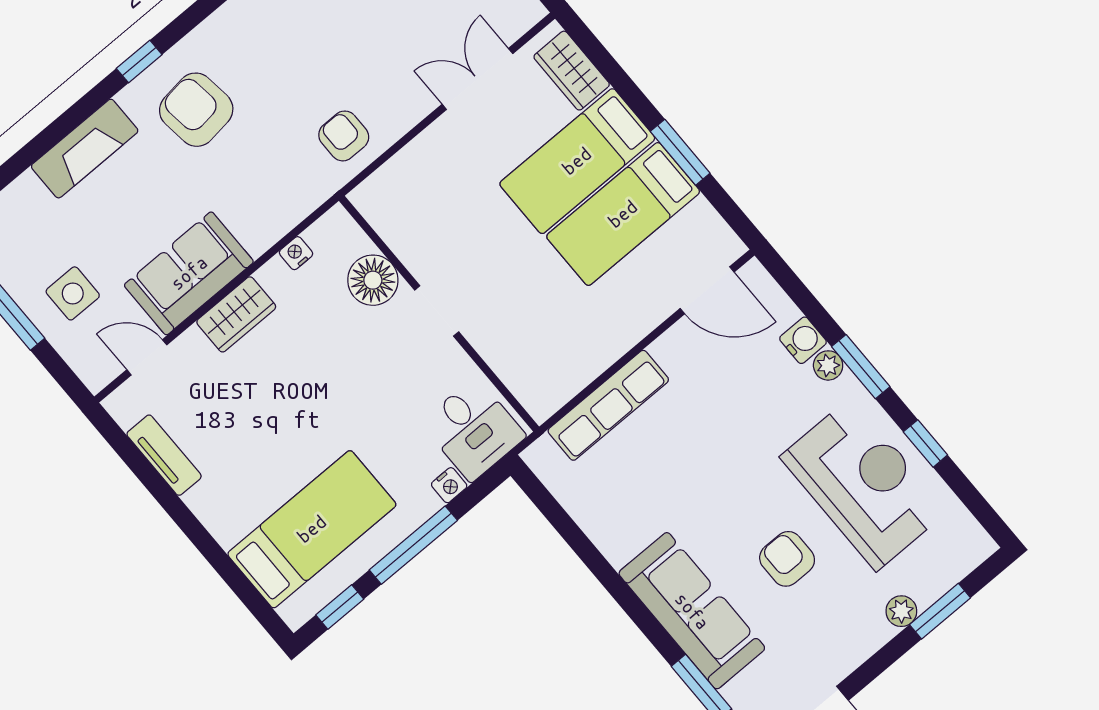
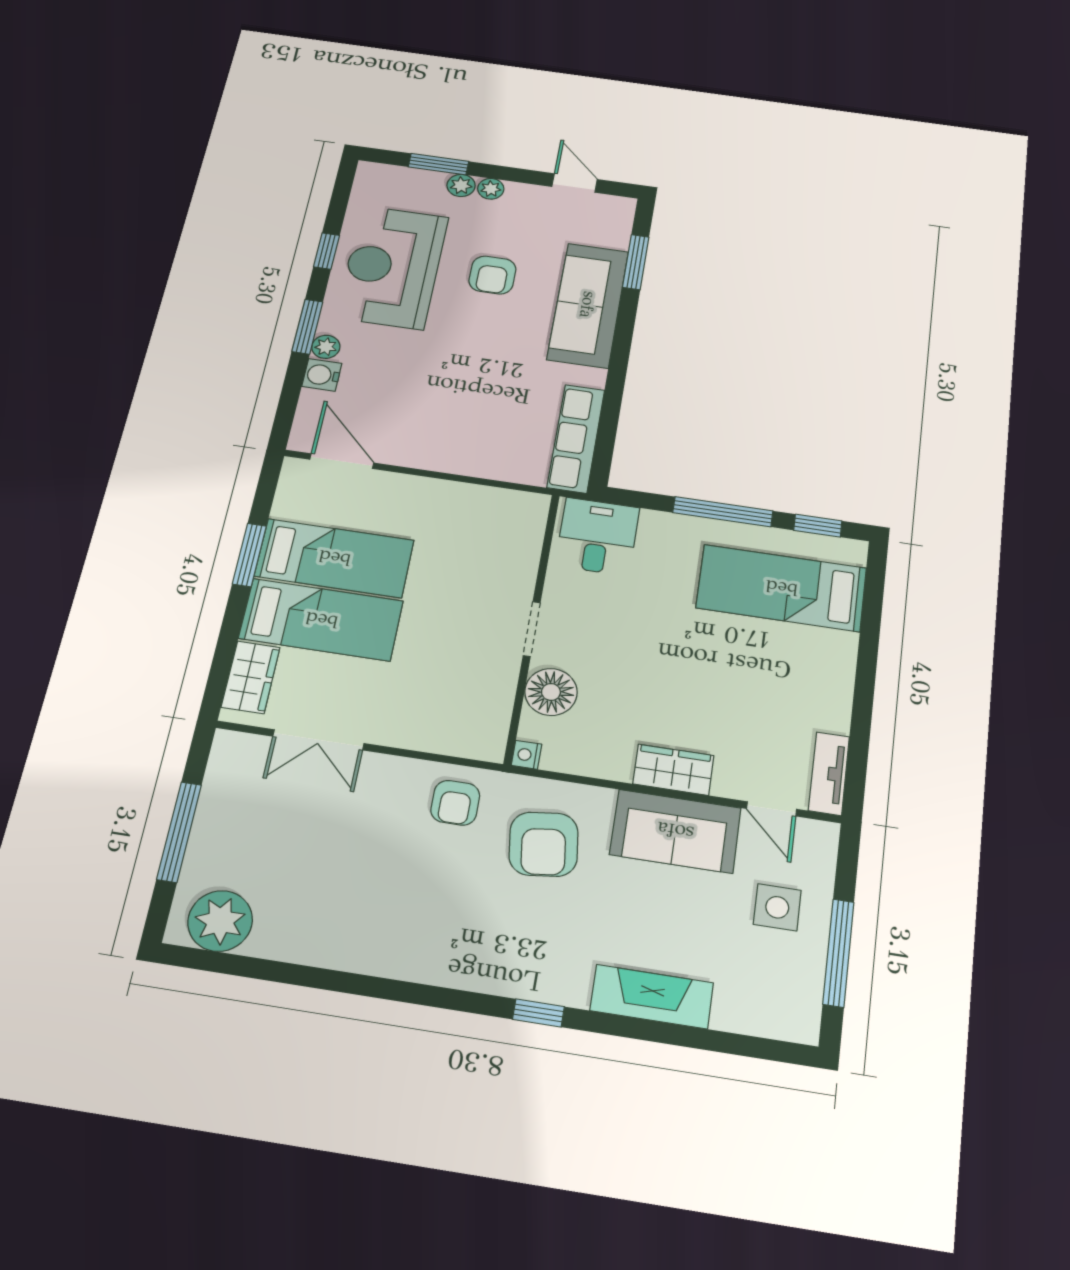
armchair: (196, 110) -> (544, 844), moved
nightstand: (296, 253) -> (527, 755), moved, turned 90
row of seats: (608, 405) -> (576, 438), moved, turned -90
tv unit: (164, 455) -> (829, 774), moved
nightstand: (449, 485) -> (655, 521), removed
plant: (877, 633) -> (491, 189), added

